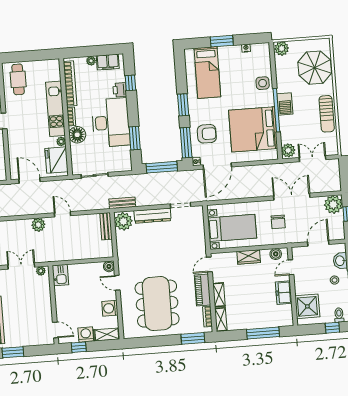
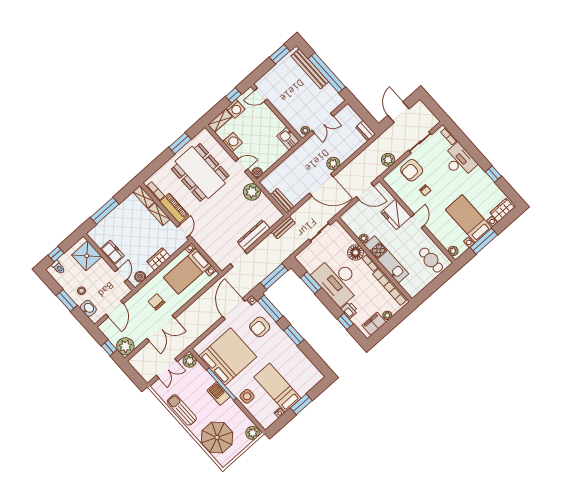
bed: (207, 73) -> (277, 388), moved
fridge: (56, 160) -> (396, 214), moved, turned 180
door: (63, 214) -> (321, 185), width x1.88
plant: (123, 221) -> (252, 192), moved
window: (193, 338) -> (180, 143), moved

